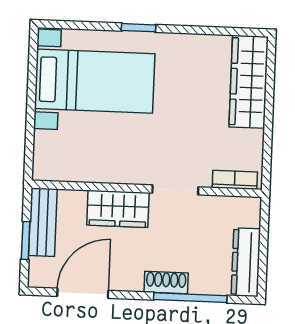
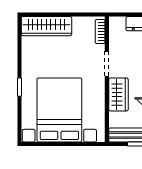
bed with nightstands: (95, 81) -> (59, 110), width x1.36

